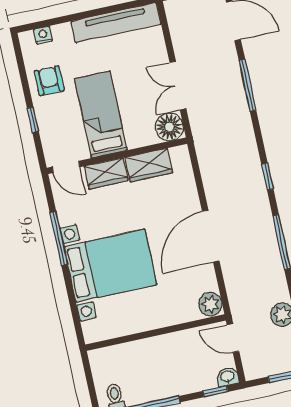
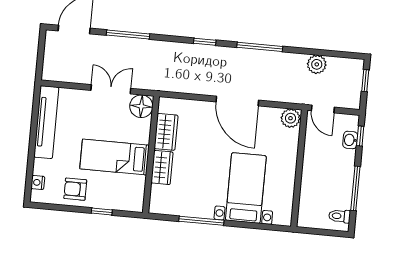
double door: (178, 85) -> (111, 89), swing flipped
door: (66, 167) -> (147, 197), removed
bed with nightstands: (110, 266) -> (246, 188), width x0.73
door: (233, 338) -> (323, 109), hinge flipped
washbasin: (227, 377) -> (350, 140), moved

